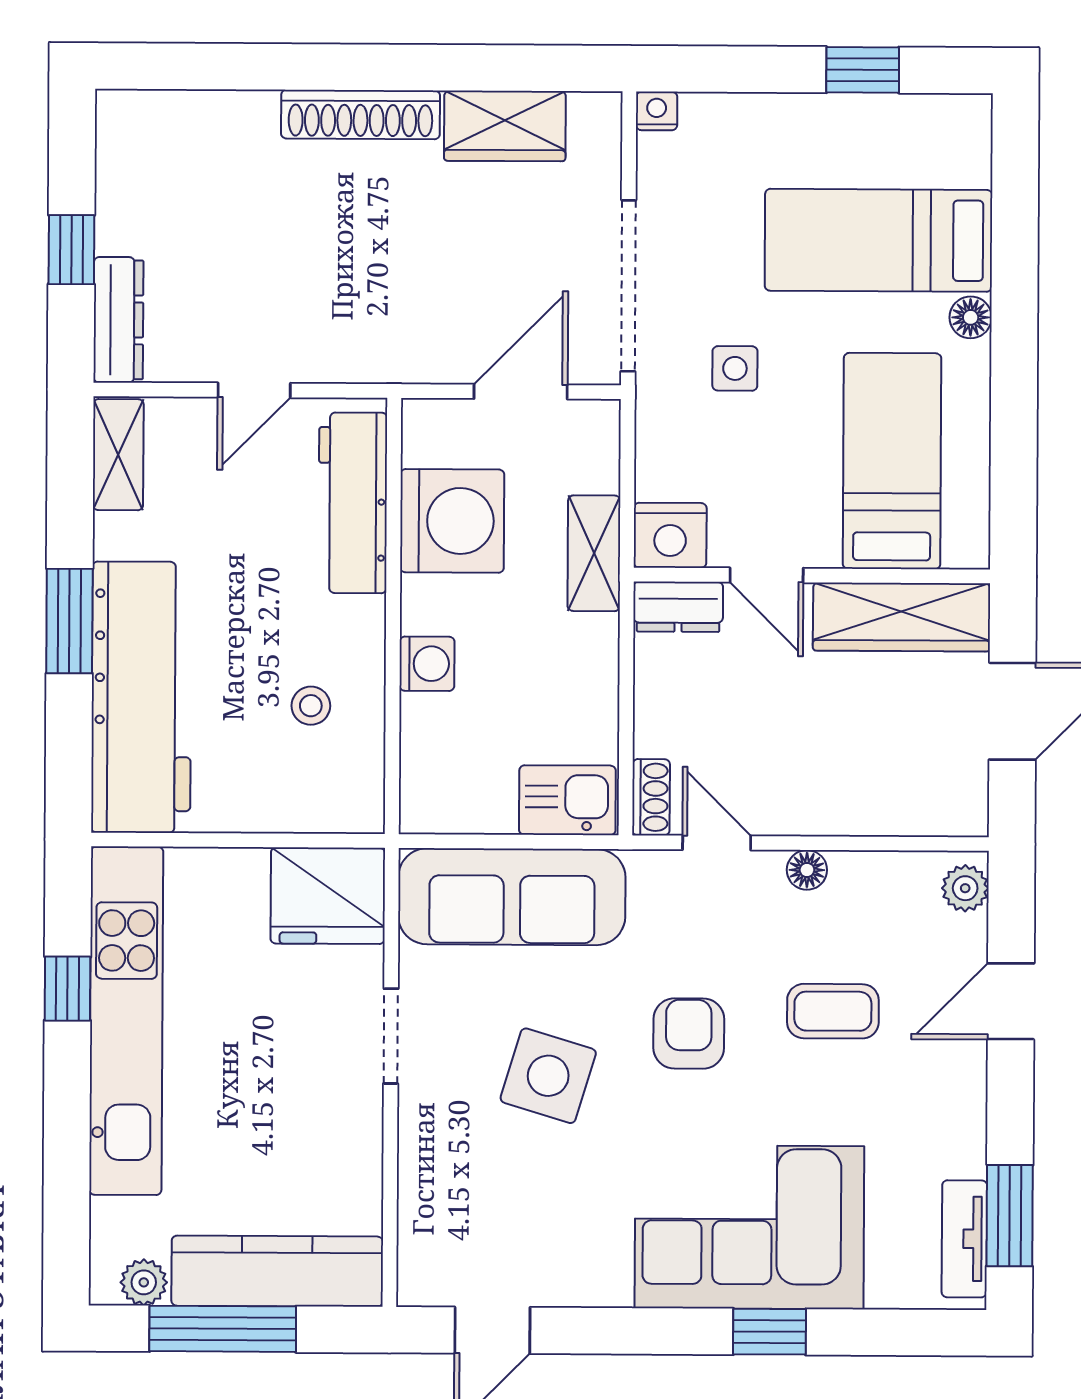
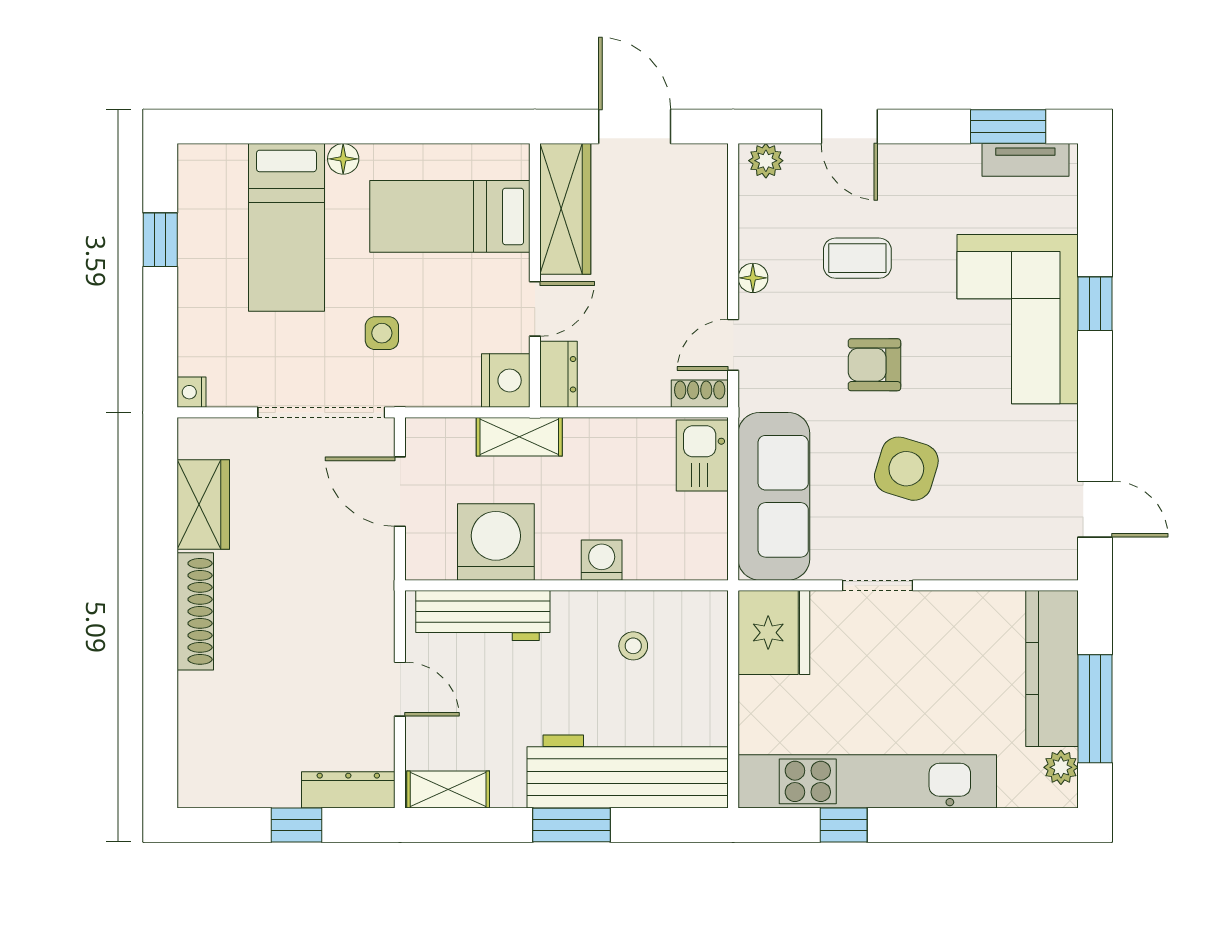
coffee table: (833, 1011) -> (857, 258), turned 90

